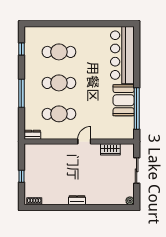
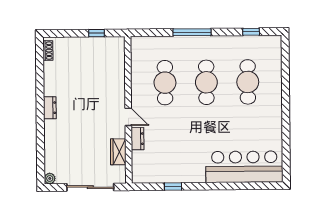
booth: (124, 100) -> (184, 169), removed
window: (137, 109) -> (173, 186), width x0.32
dresser: (32, 135) -> (138, 139), moved
sliding door: (137, 170) -> (90, 187), width x1.37
window: (21, 176) -> (97, 33), moved

